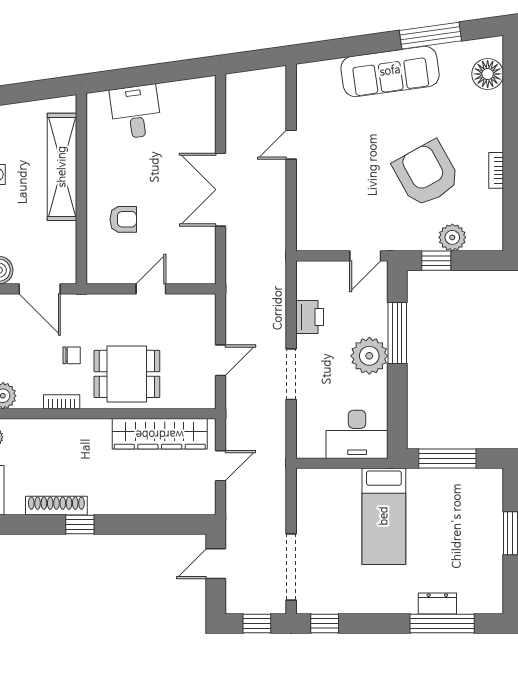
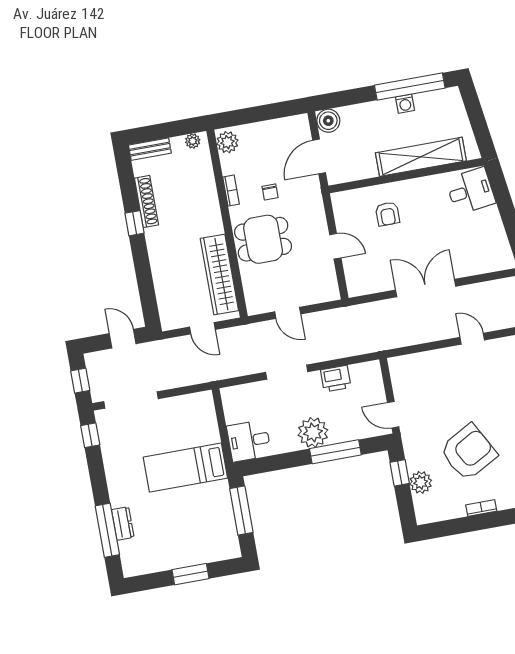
desk: (136, 112) -> (470, 191), moved
dining table: (127, 374) -> (263, 239), turned 90
desk: (357, 434) -> (249, 441), width x0.73

